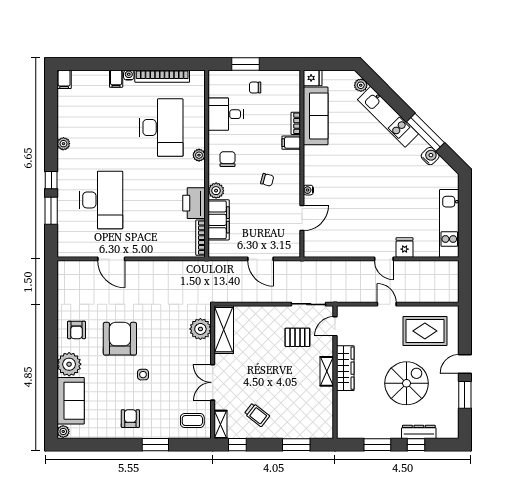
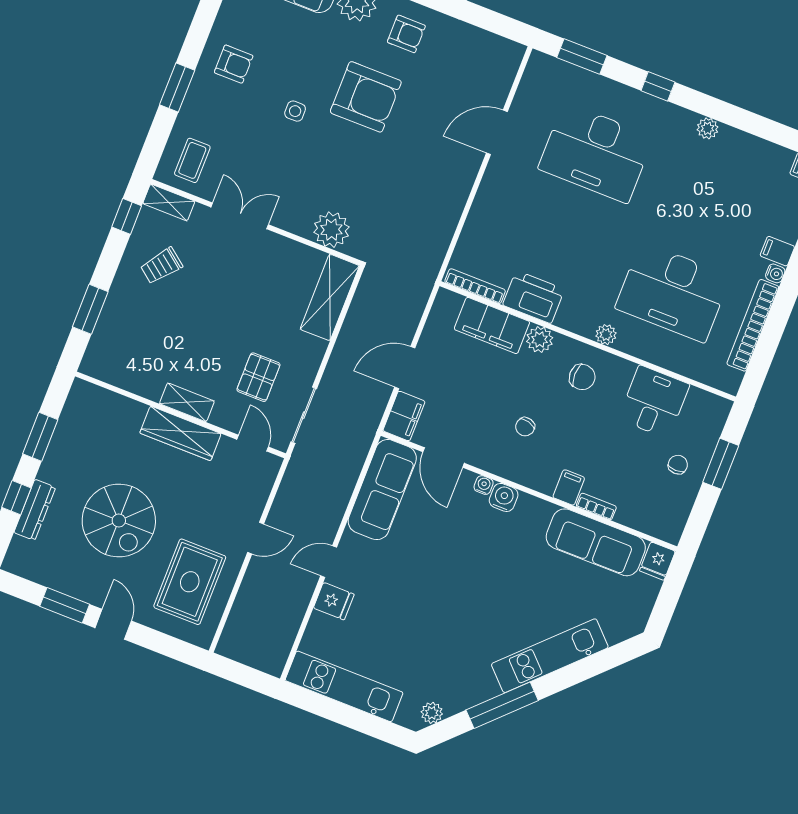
plant: (361, 85) -> (432, 713), moved
water cooler: (430, 156) -> (504, 497), moved, turned -135
window: (51, 211) -> (582, 57), moved
sofa: (333, 245) -> (382, 490), added
filing cabinet: (287, 249) -> (404, 416), added
armchair: (76, 330) -> (406, 34), turned 180
shelving: (224, 330) -> (330, 297), moved, turned 90

